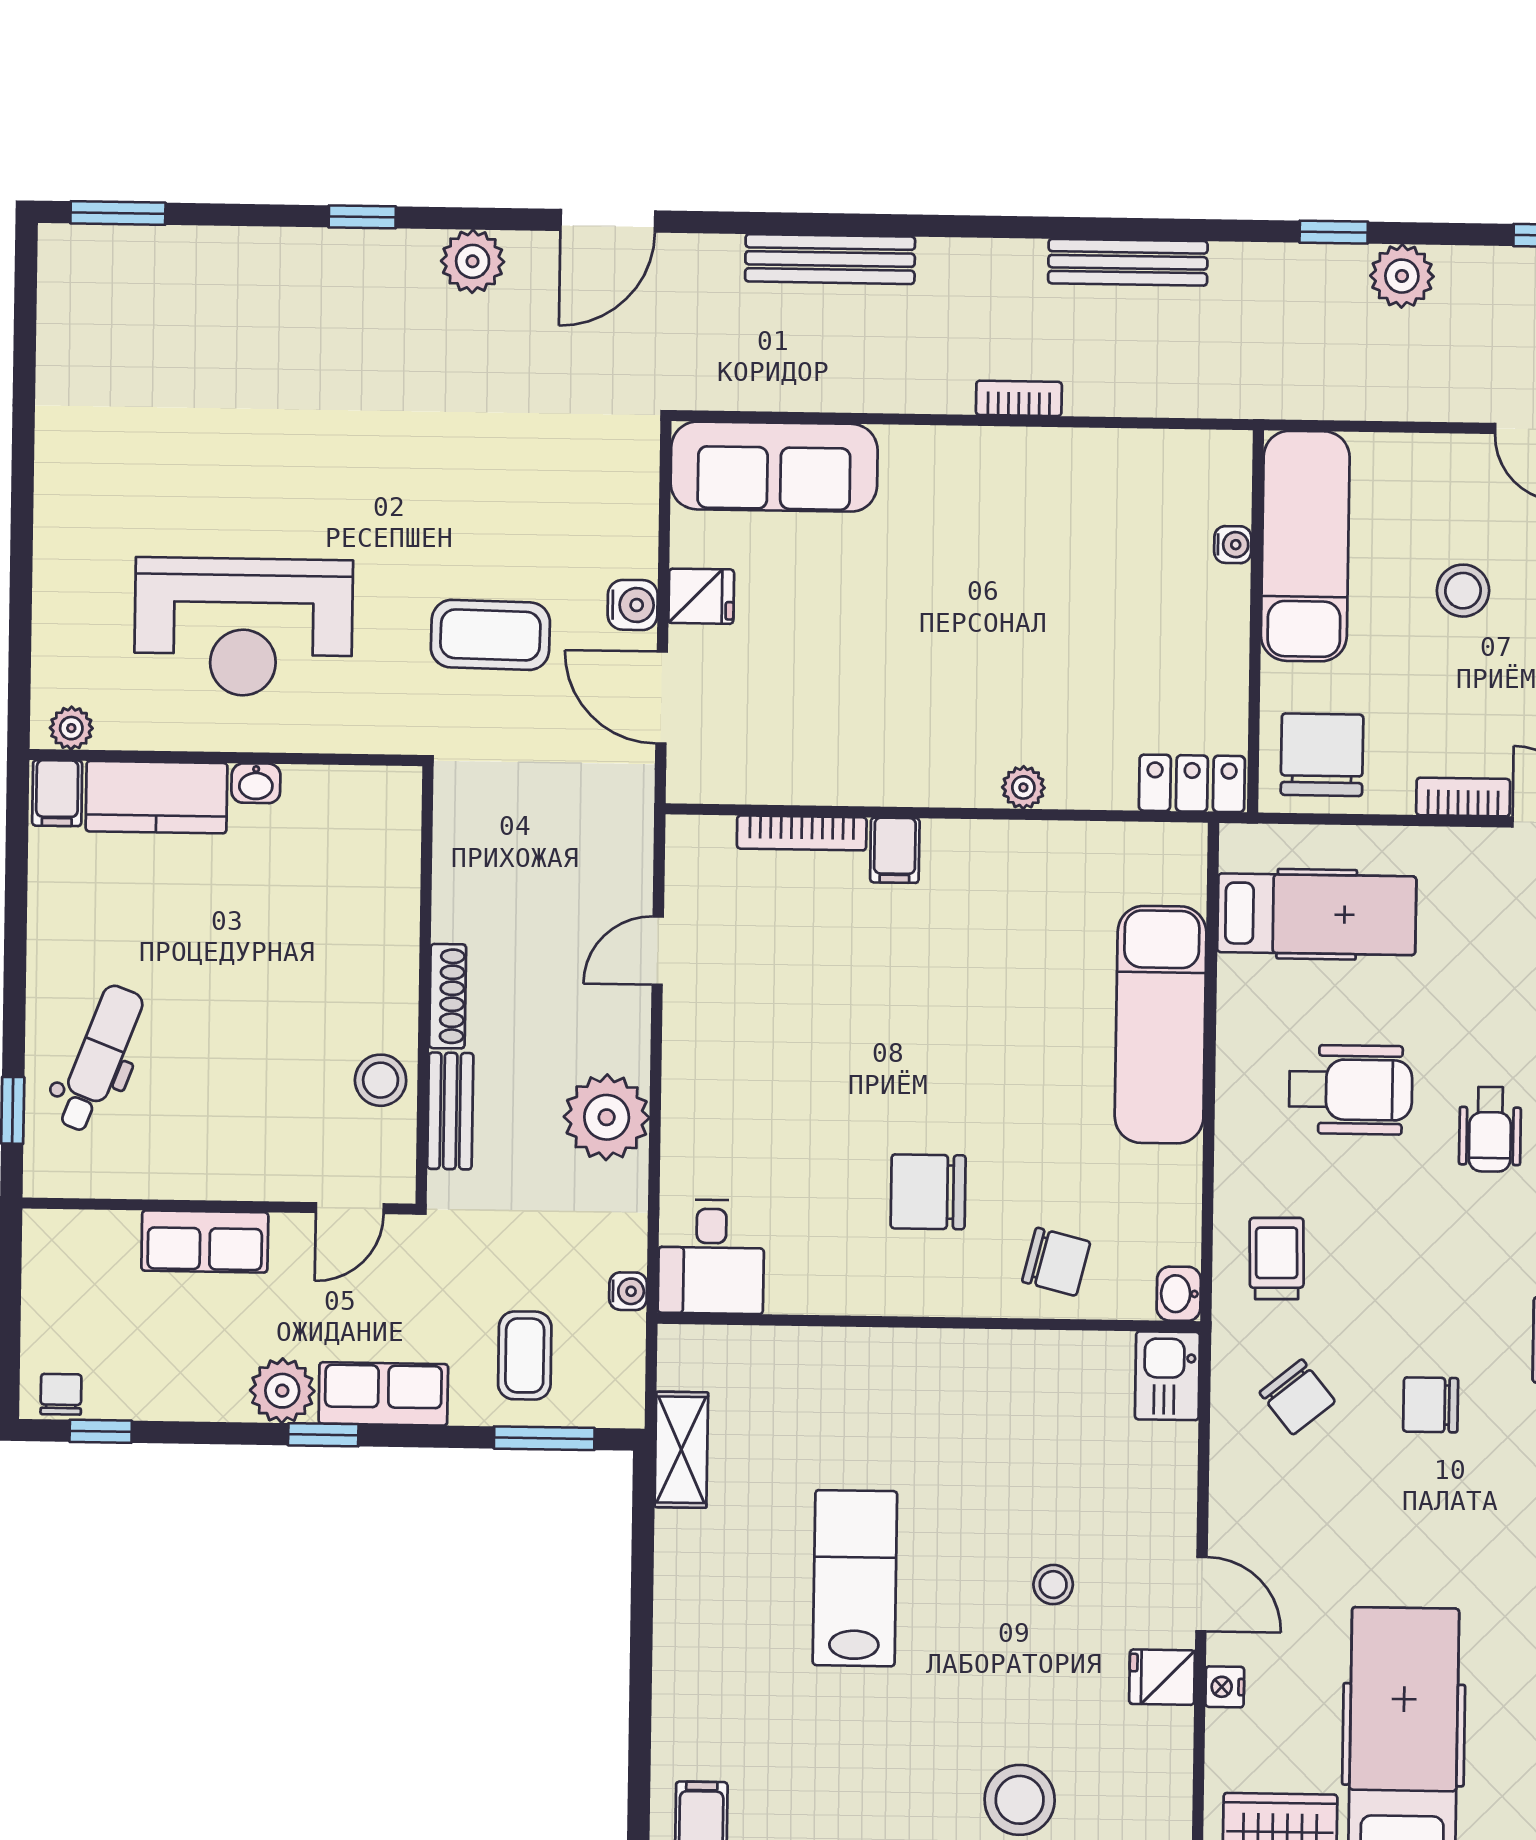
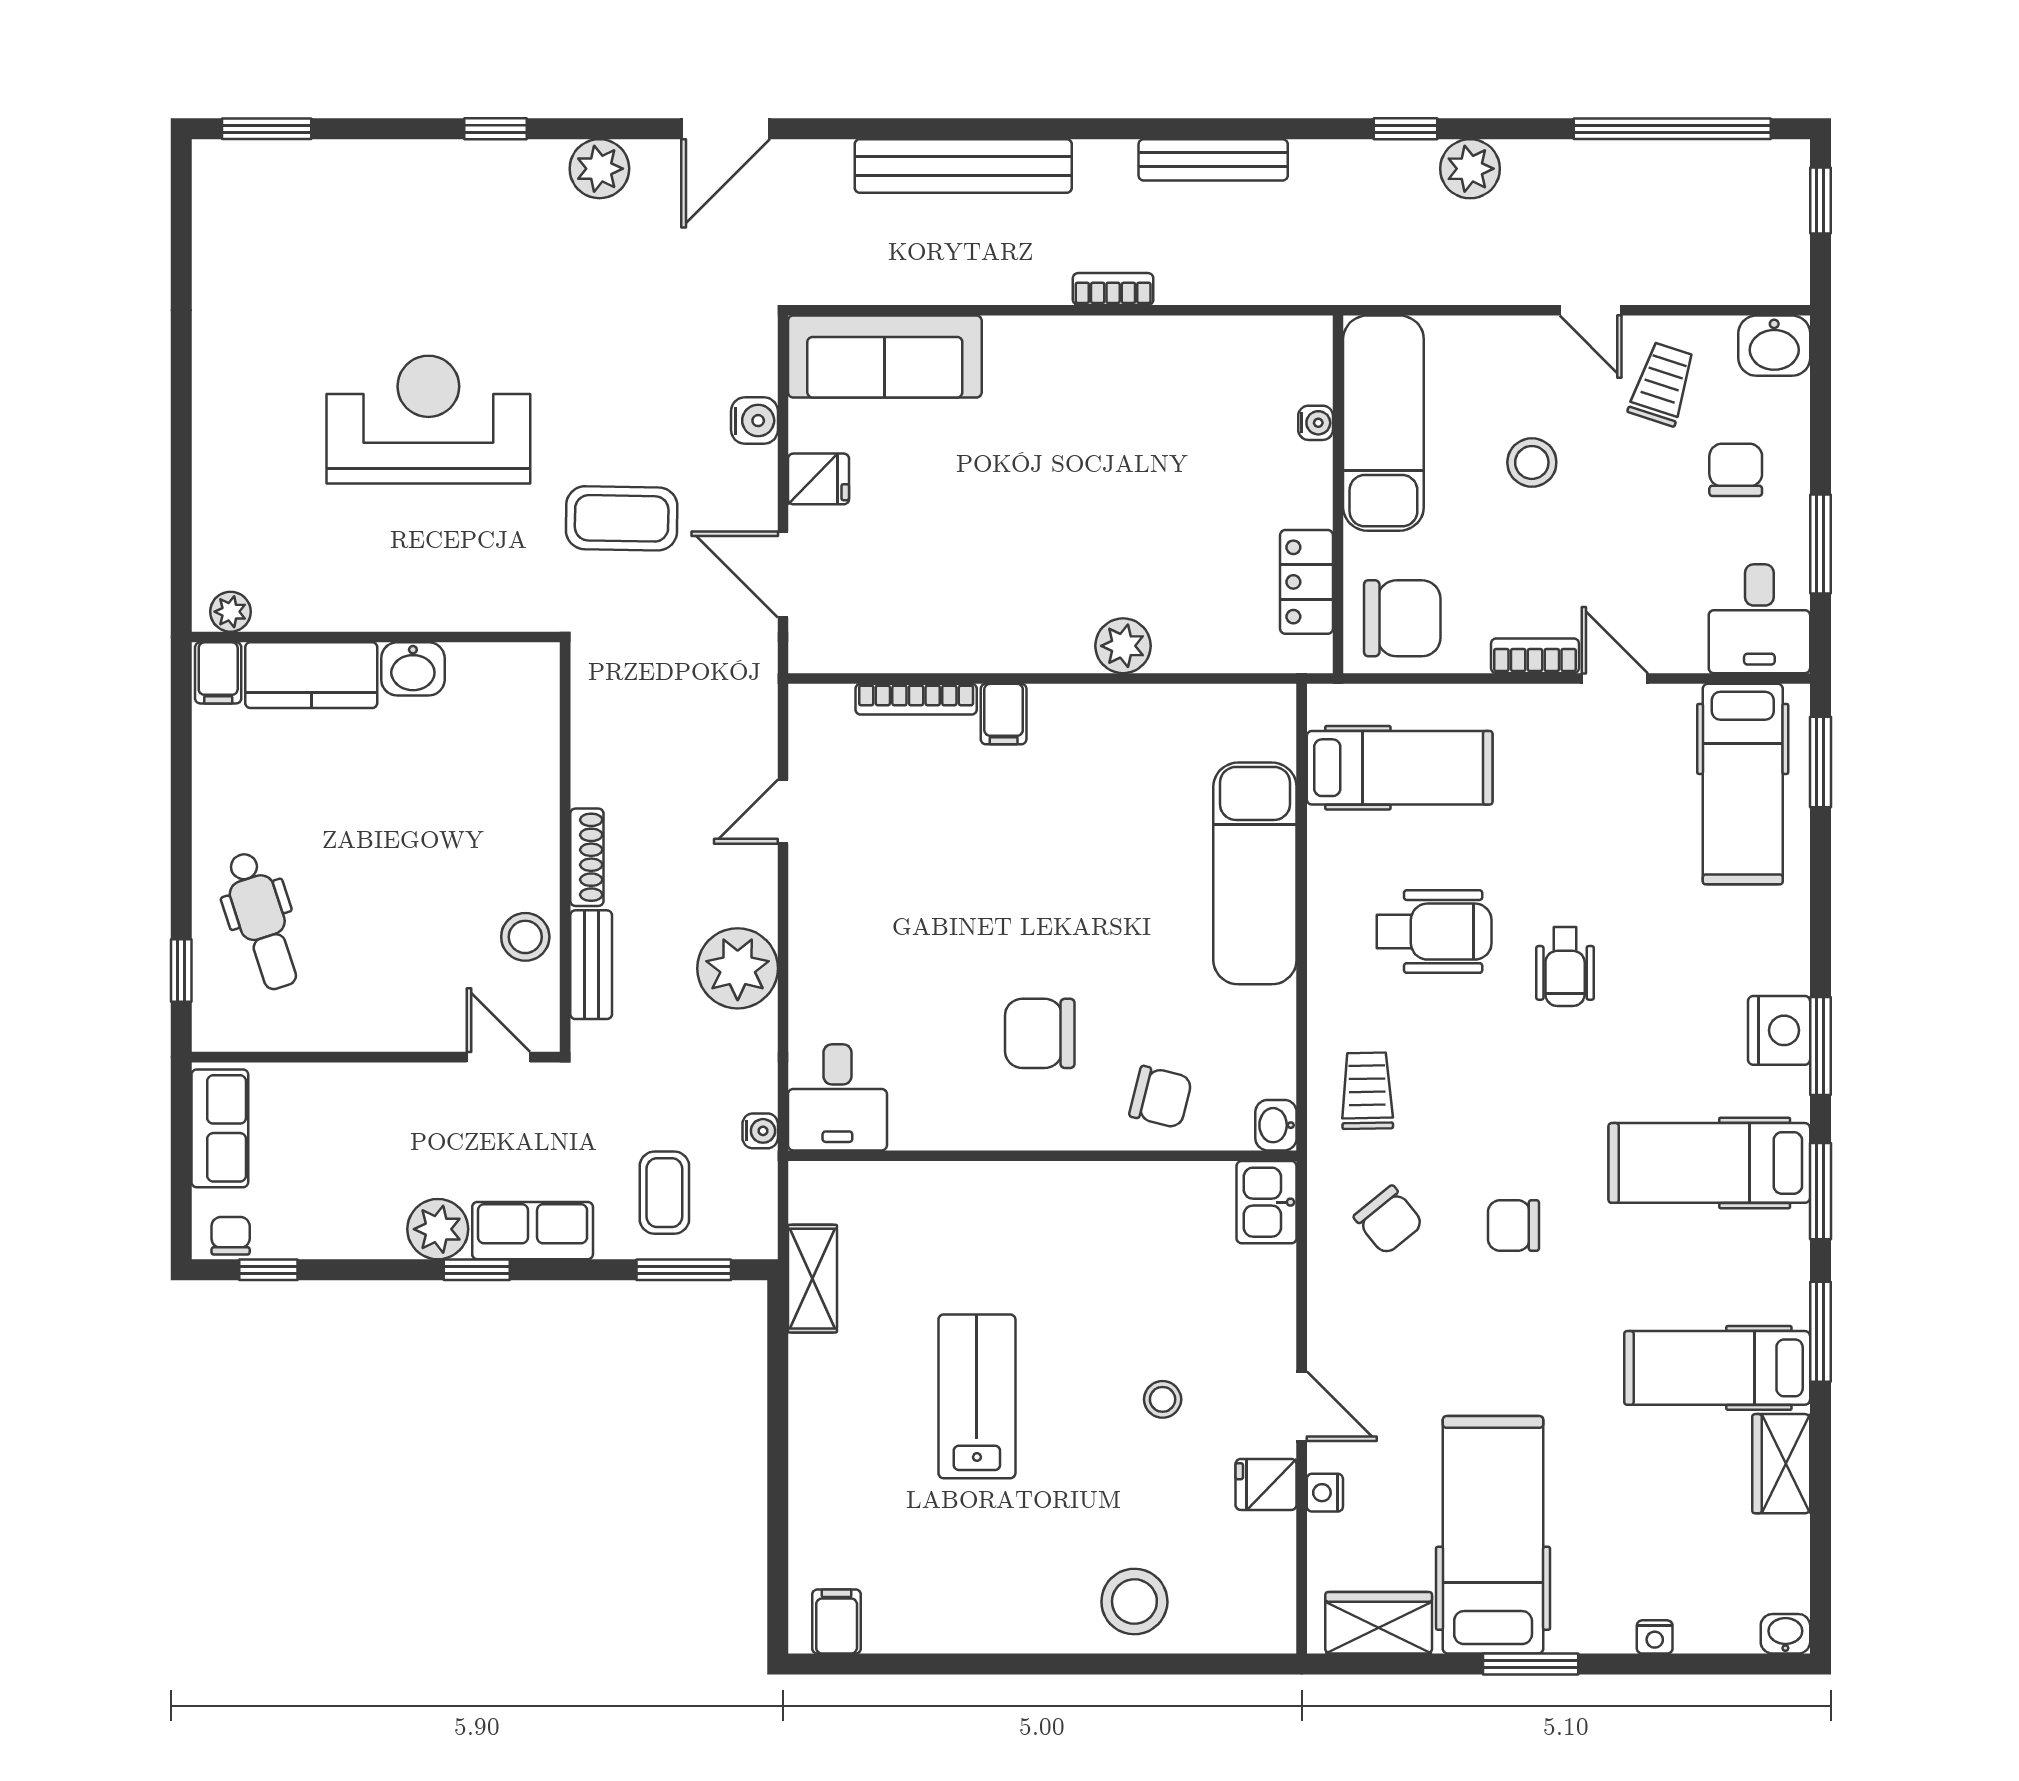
bench: (830, 259) -> (963, 166), width x1.37, depth x1.21
water cooler: (633, 605) -> (754, 421), moved
reception desk: (243, 627) -> (428, 420), moved, turned 180
chair: (1322, 755) -> (1402, 618), turned 90
washbasin: (256, 783) -> (413, 669), width x1.38, depth x1.45
locker: (1192, 783) -> (1306, 582), moved, turned -90
plant: (1023, 787) -> (1123, 646), width x1.38, depth x1.38
dental chair: (99, 1059) -> (262, 921), turned 141
door: (350, 1208) -> (498, 1057), swing flipped
row of seats: (205, 1241) -> (220, 1128), moved, turned -90

